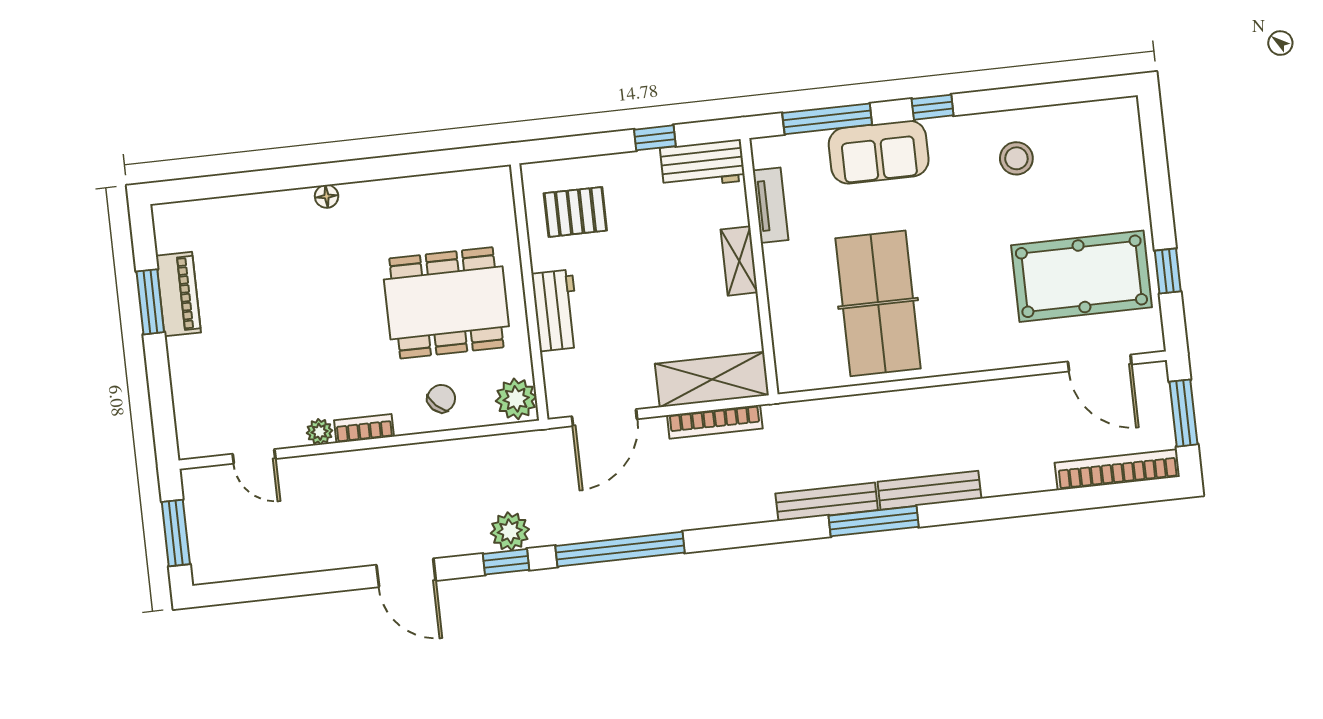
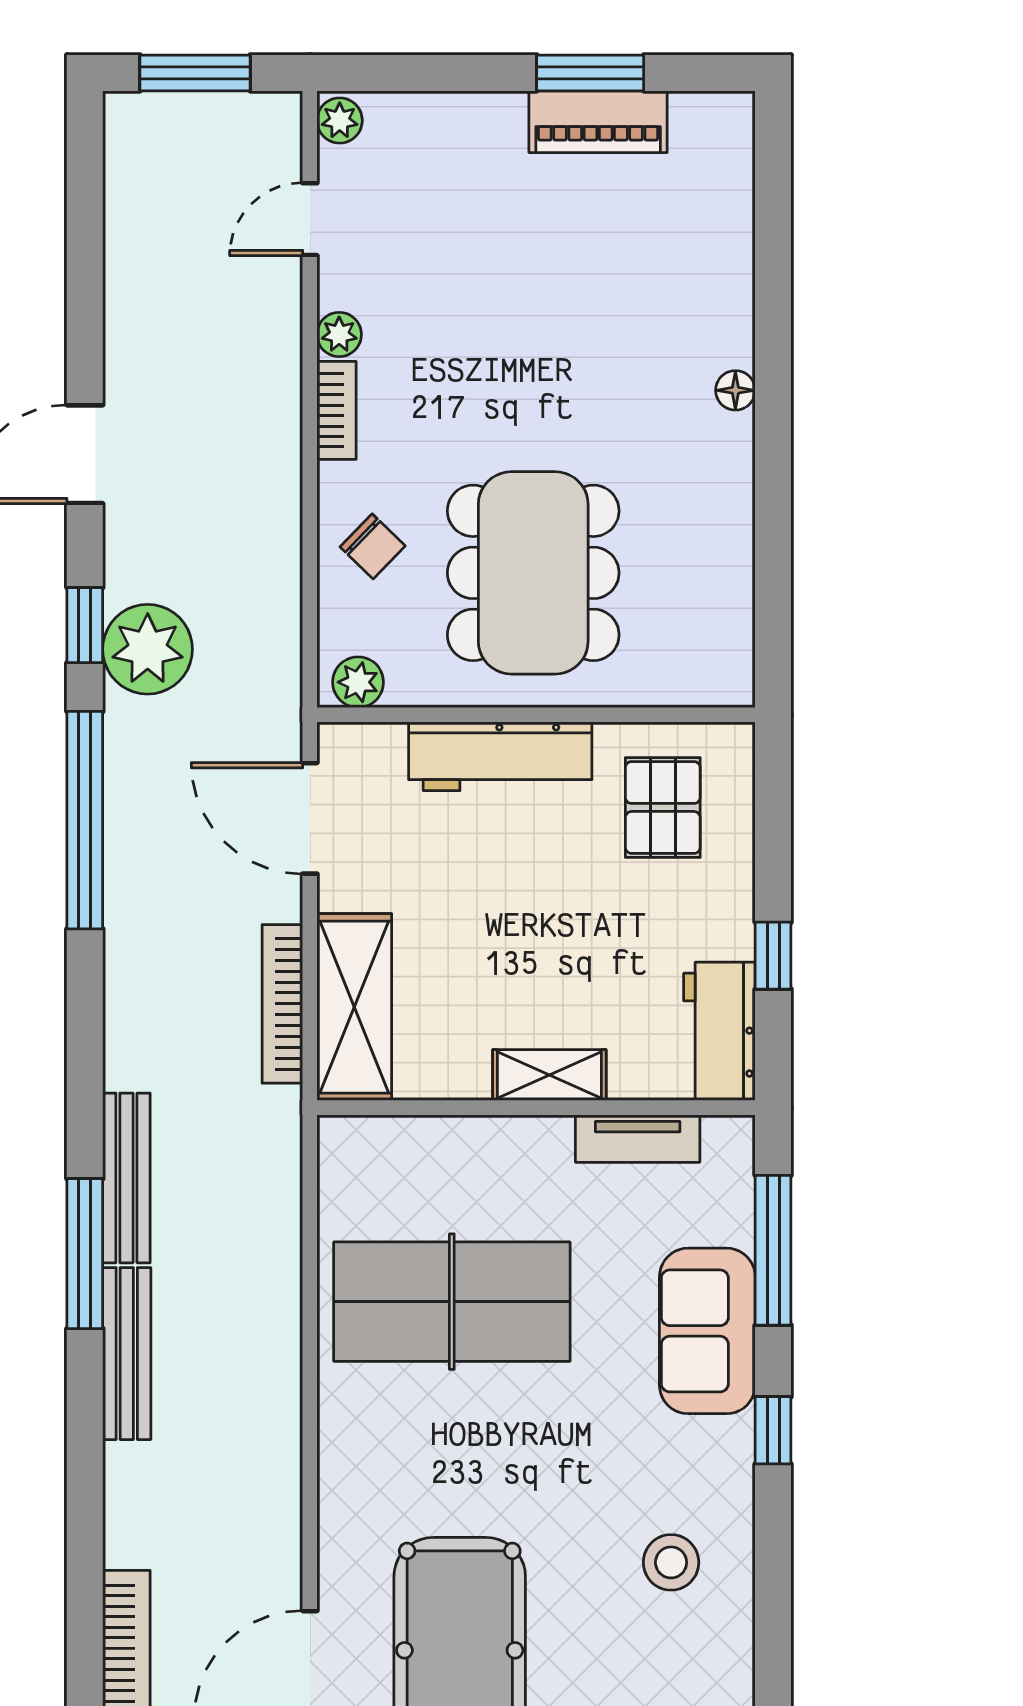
workbench: (556, 310) -> (500, 756), width x1.38
plant: (516, 399) -> (358, 682), width x0.73, depth x0.73
plant: (194, 445) -> (340, 120), added
plant: (510, 531) -> (148, 649), width x1.36, depth x1.36

